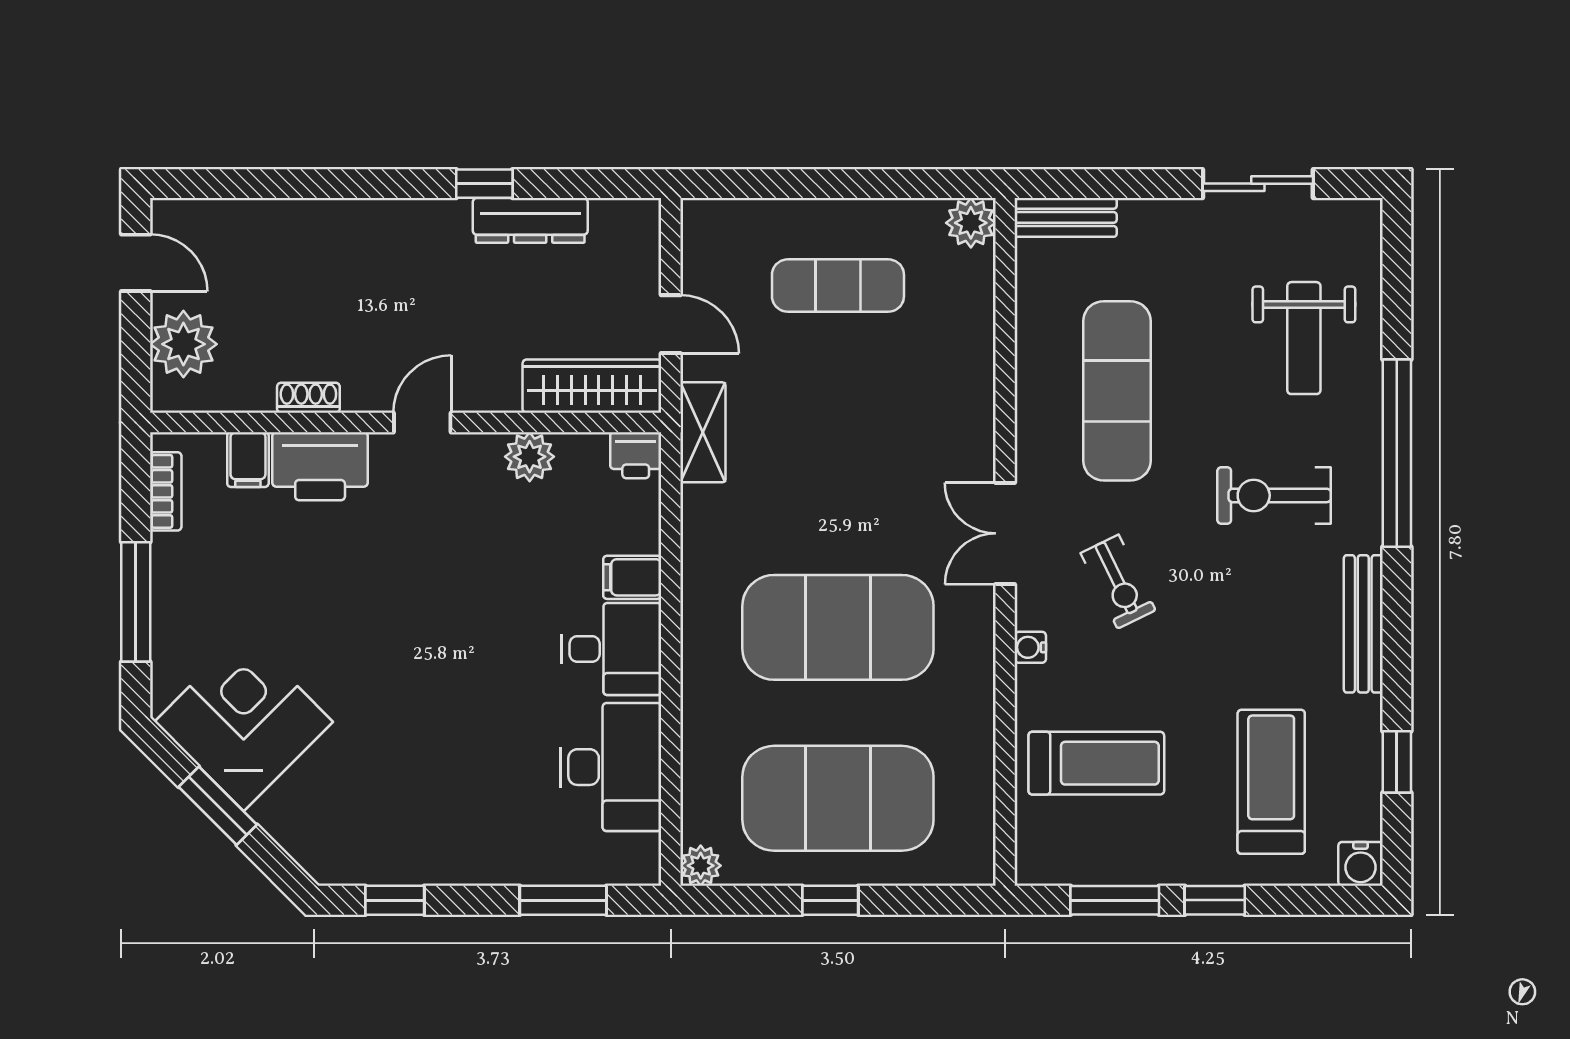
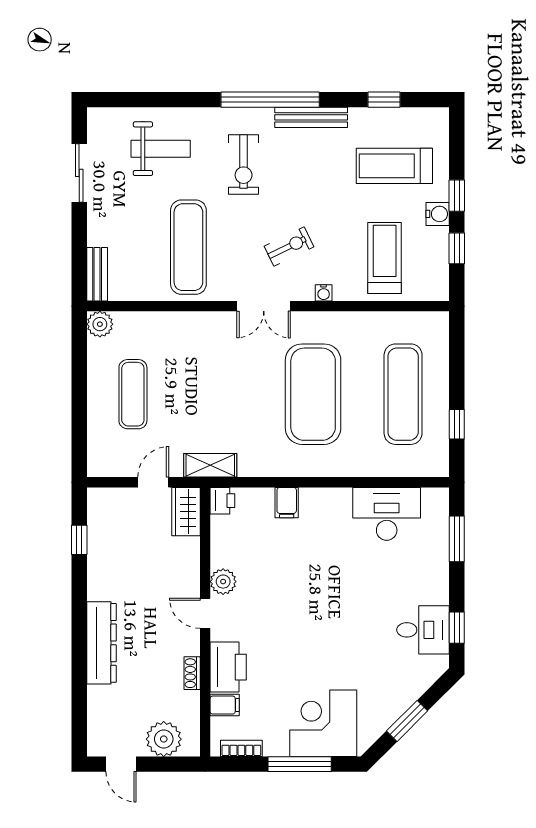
window: (484, 184) -> (79, 540), moved
dresser: (530, 220) -> (102, 643), moved, width x1.37, depth x1.24
door: (136, 263) -> (121, 764), swing flipped
wardrobe: (592, 386) -> (186, 512), width x0.67
exercise mat: (1117, 391) -> (188, 247), turned 90
window: (1397, 453) -> (270, 100), moved
plant: (530, 457) -> (223, 582), moved
desk: (611, 649) -> (423, 630), moved, turned 90
corner desk: (244, 722) -> (323, 723), moved, turned 45
exercise mat: (838, 798) -> (403, 394), width x0.68
water cooler: (1360, 864) -> (438, 214), moved
plant: (701, 866) -> (439, 467), removed
window: (830, 900) -> (457, 424), moved
window: (1115, 900) -> (457, 248), width x0.67

